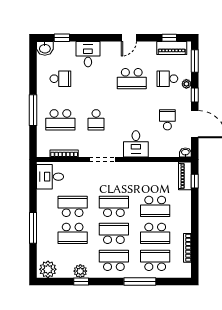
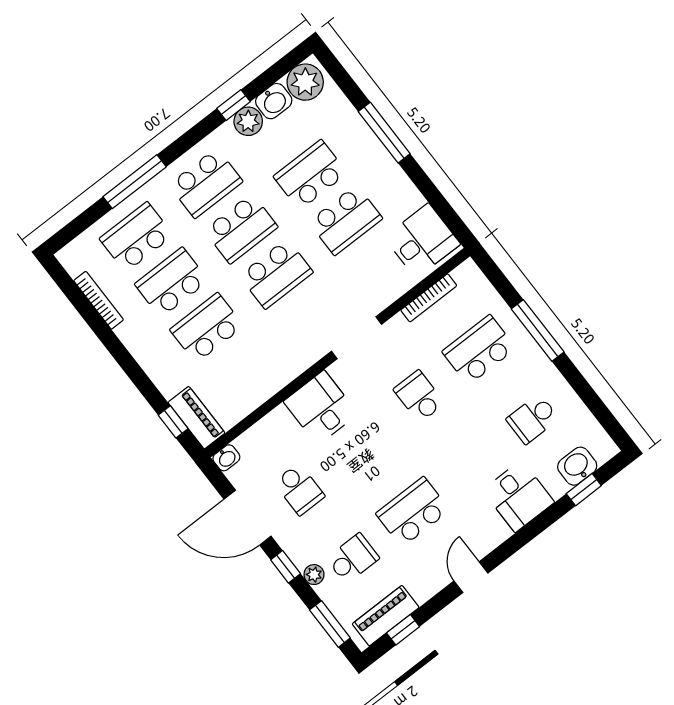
washbasin: (45, 48) -> (577, 466), moved
school desk: (155, 260) -> (136, 237), turned 180
washbasin: (65, 271) -> (274, 101), added

